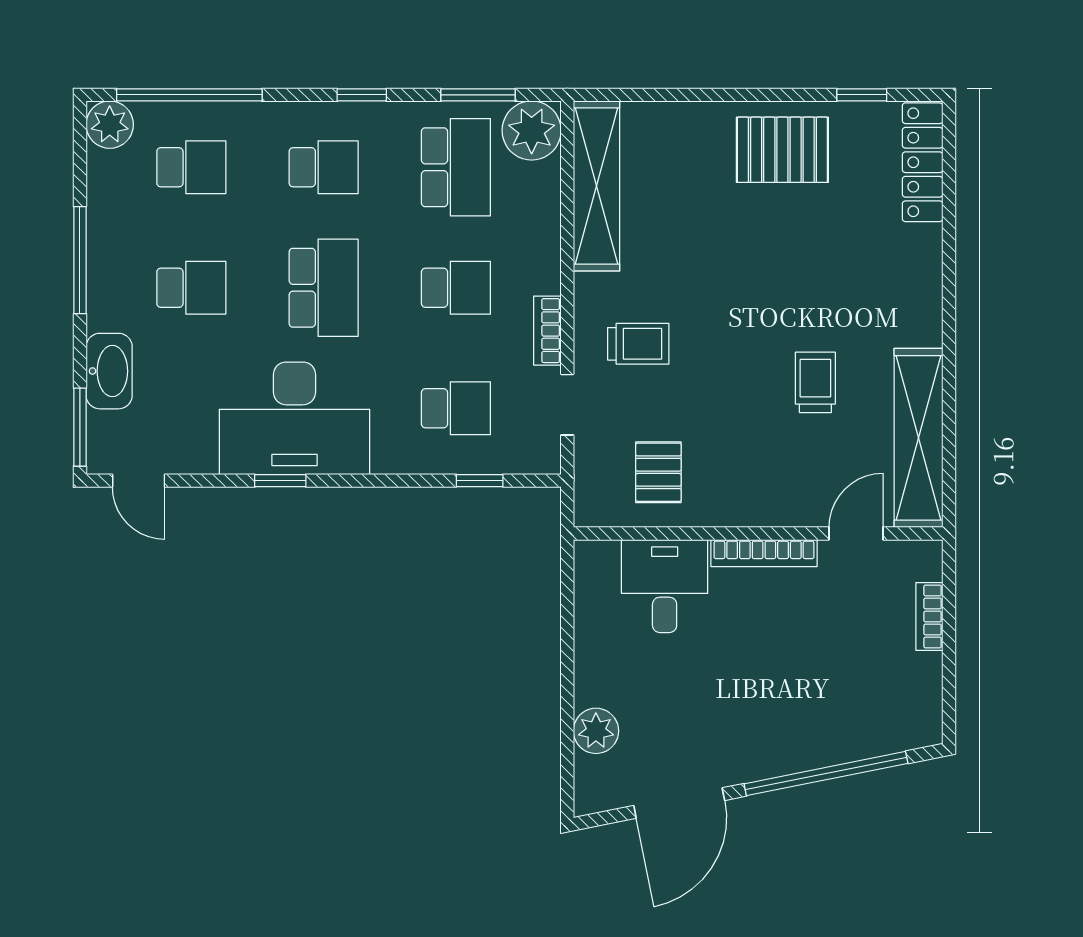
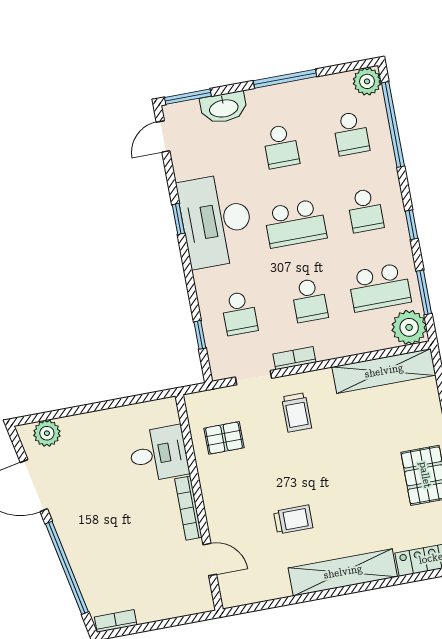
shelving: (918, 438) -> (343, 572), moved
bookcase: (929, 616) -> (116, 621), moved
plant: (596, 731) -> (47, 433), moved

